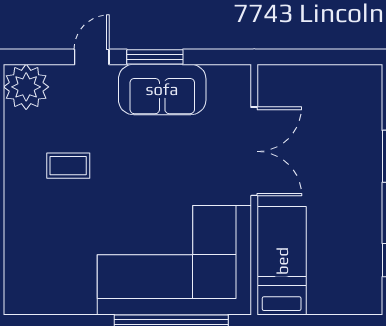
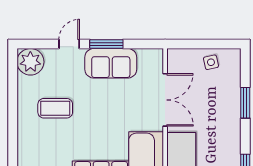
side table: (332, 88) -> (211, 62), added
coffee table: (68, 166) -> (55, 108), width x1.36, depth x1.30

